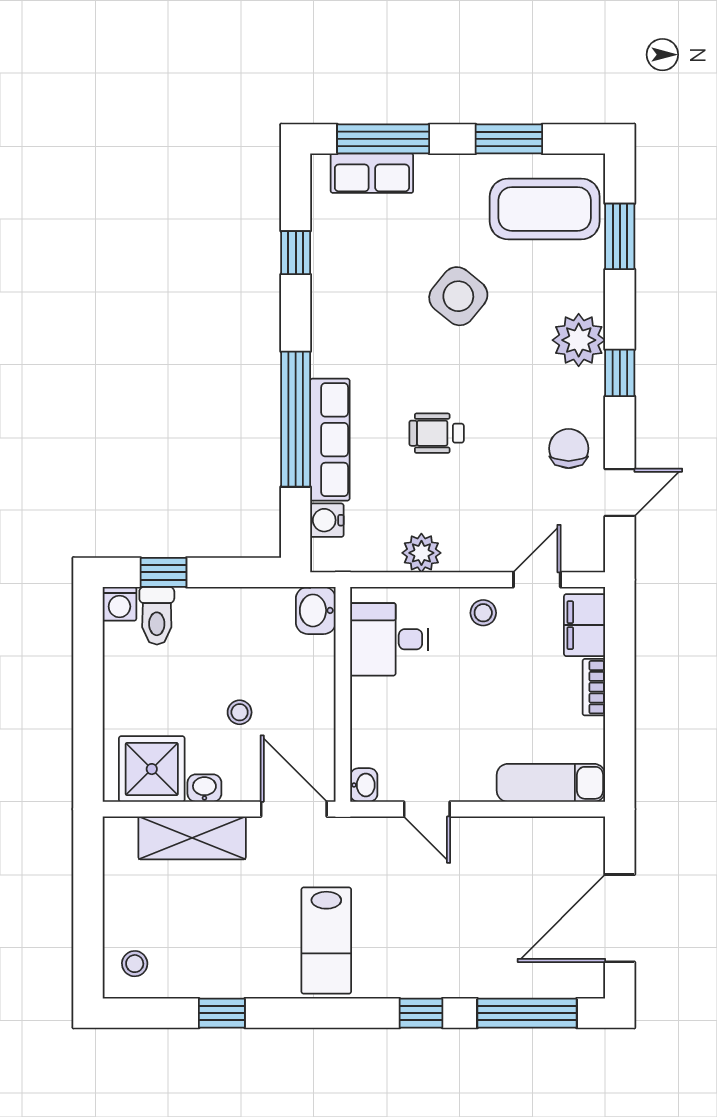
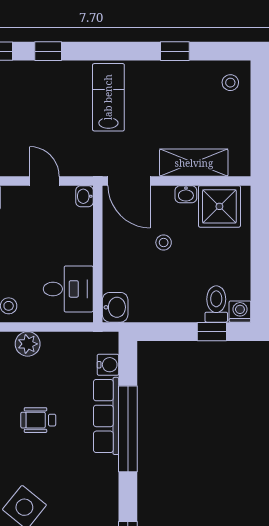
wheelchair: (437, 433) -> (38, 420), turned 180
plant: (421, 553) -> (28, 344), moved

